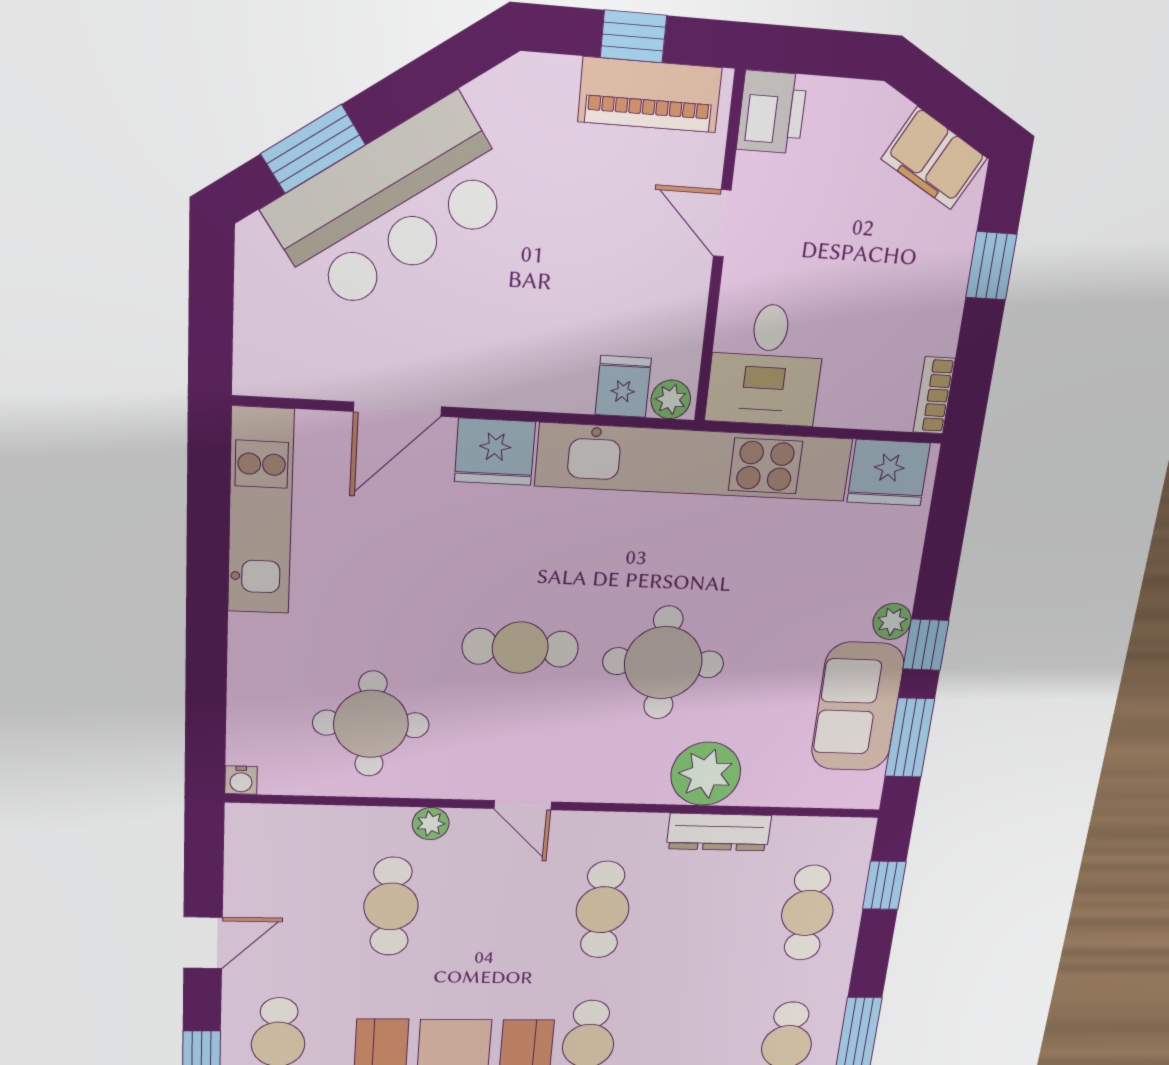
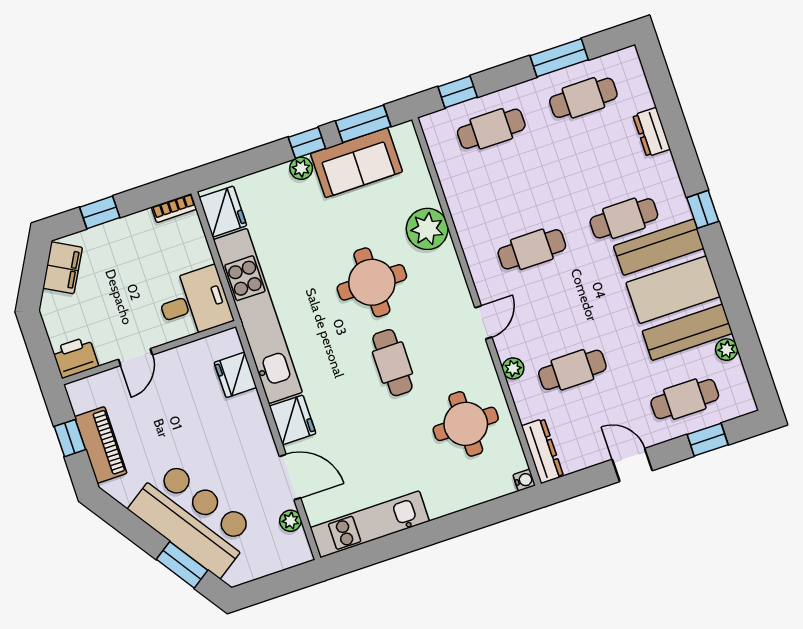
piano: (650, 95) -> (101, 445), moved
fridge: (623, 387) -> (236, 375), width x1.38
plant: (671, 399) -> (290, 521), moved
dresser: (719, 832) -> (542, 451), moved

